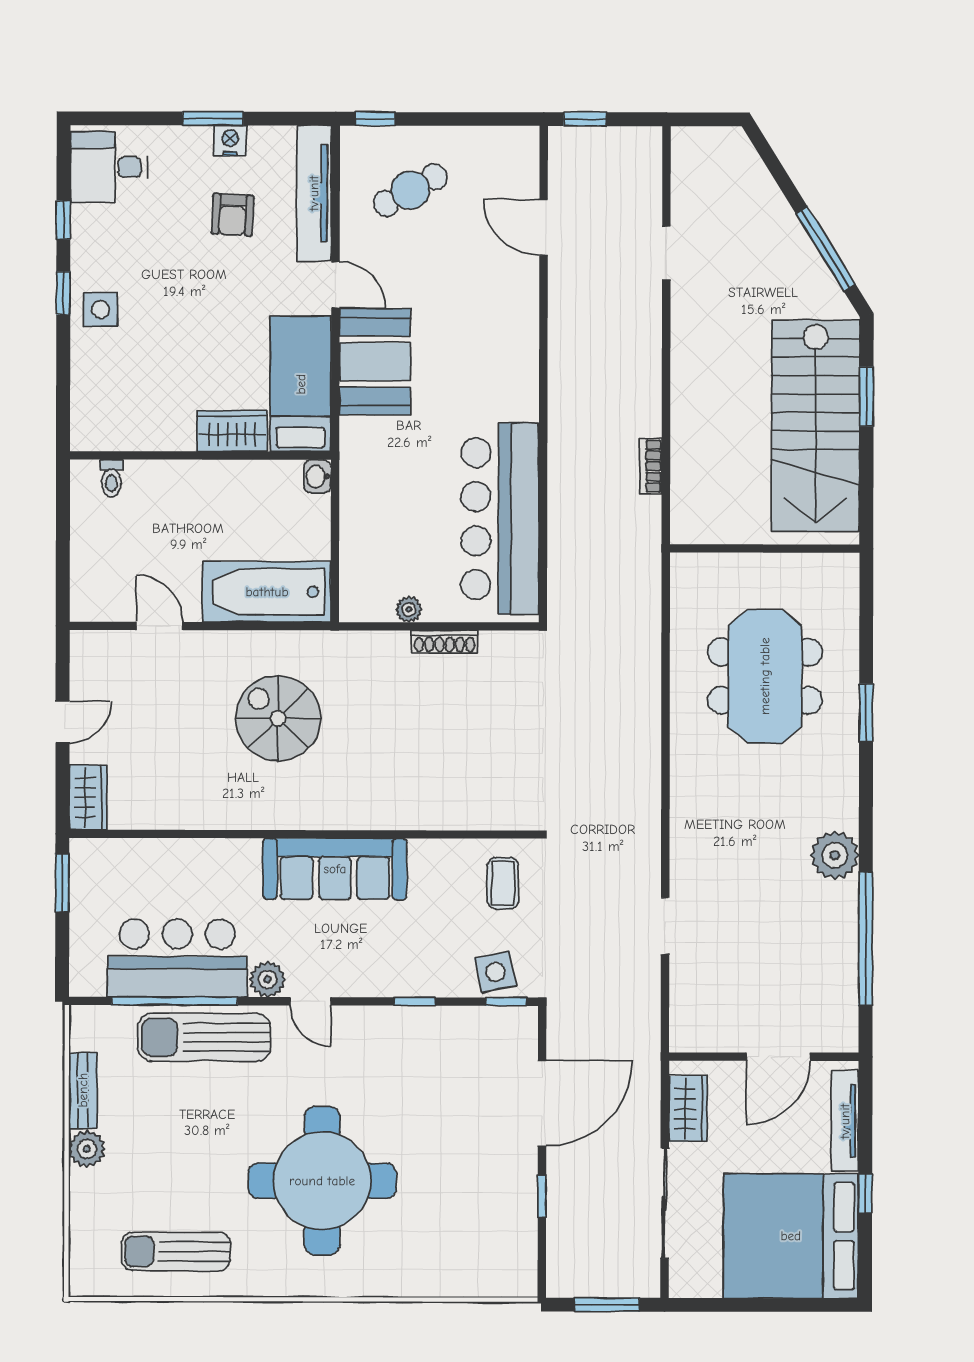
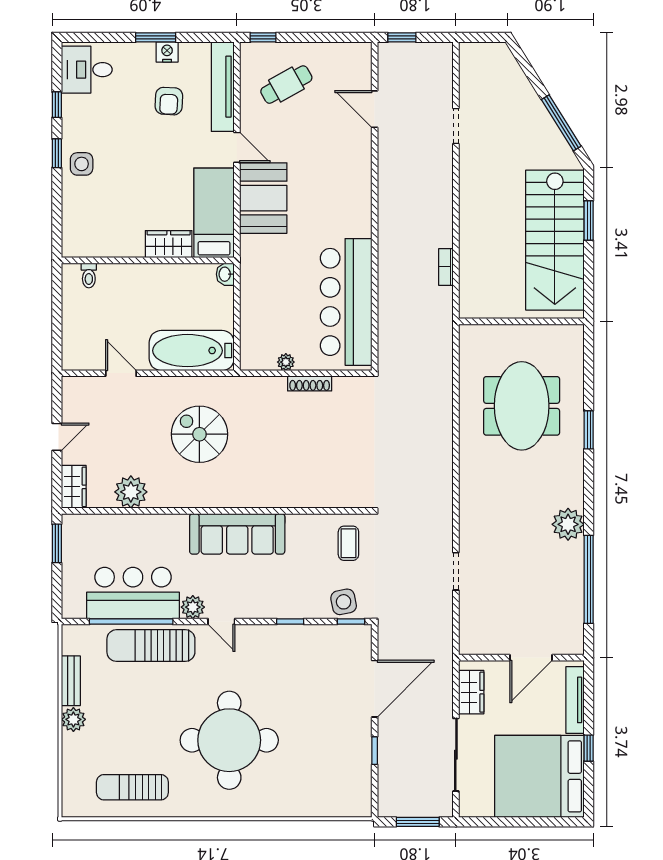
plant: (174, 805) -> (131, 492), added

